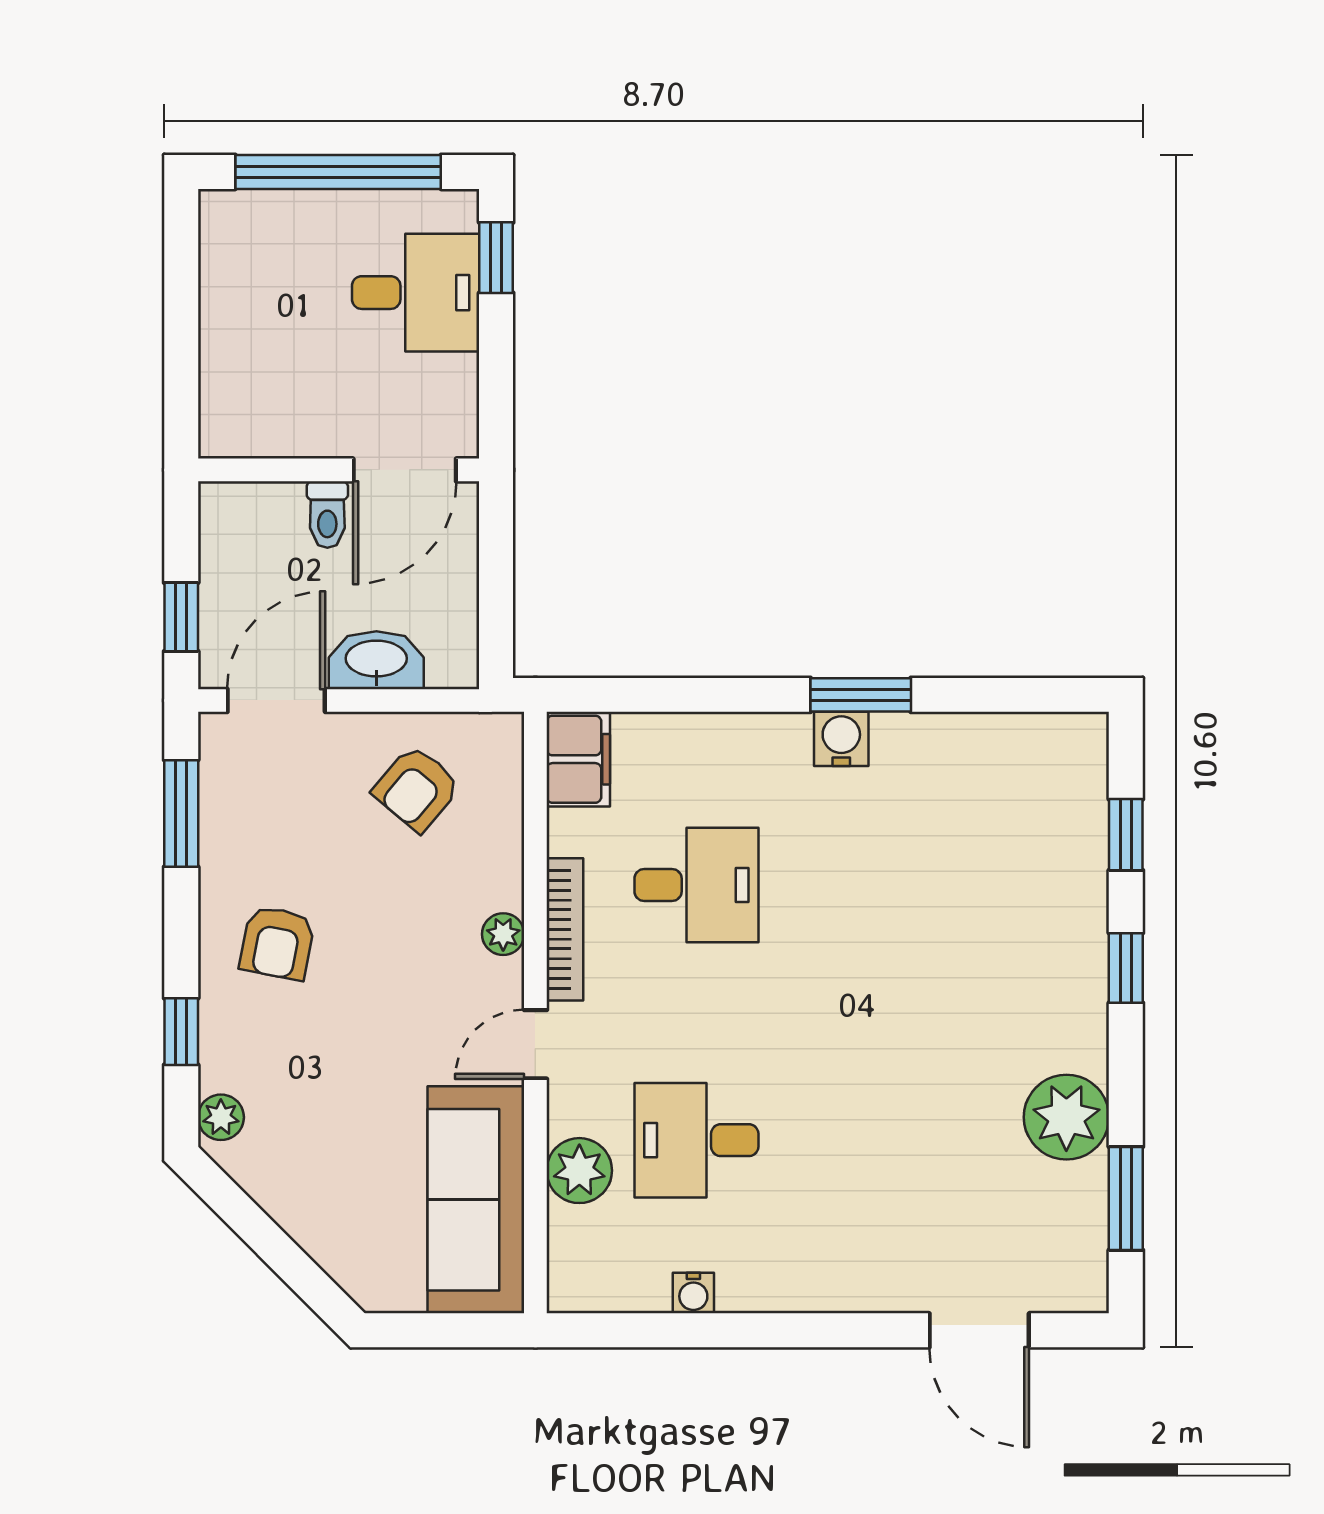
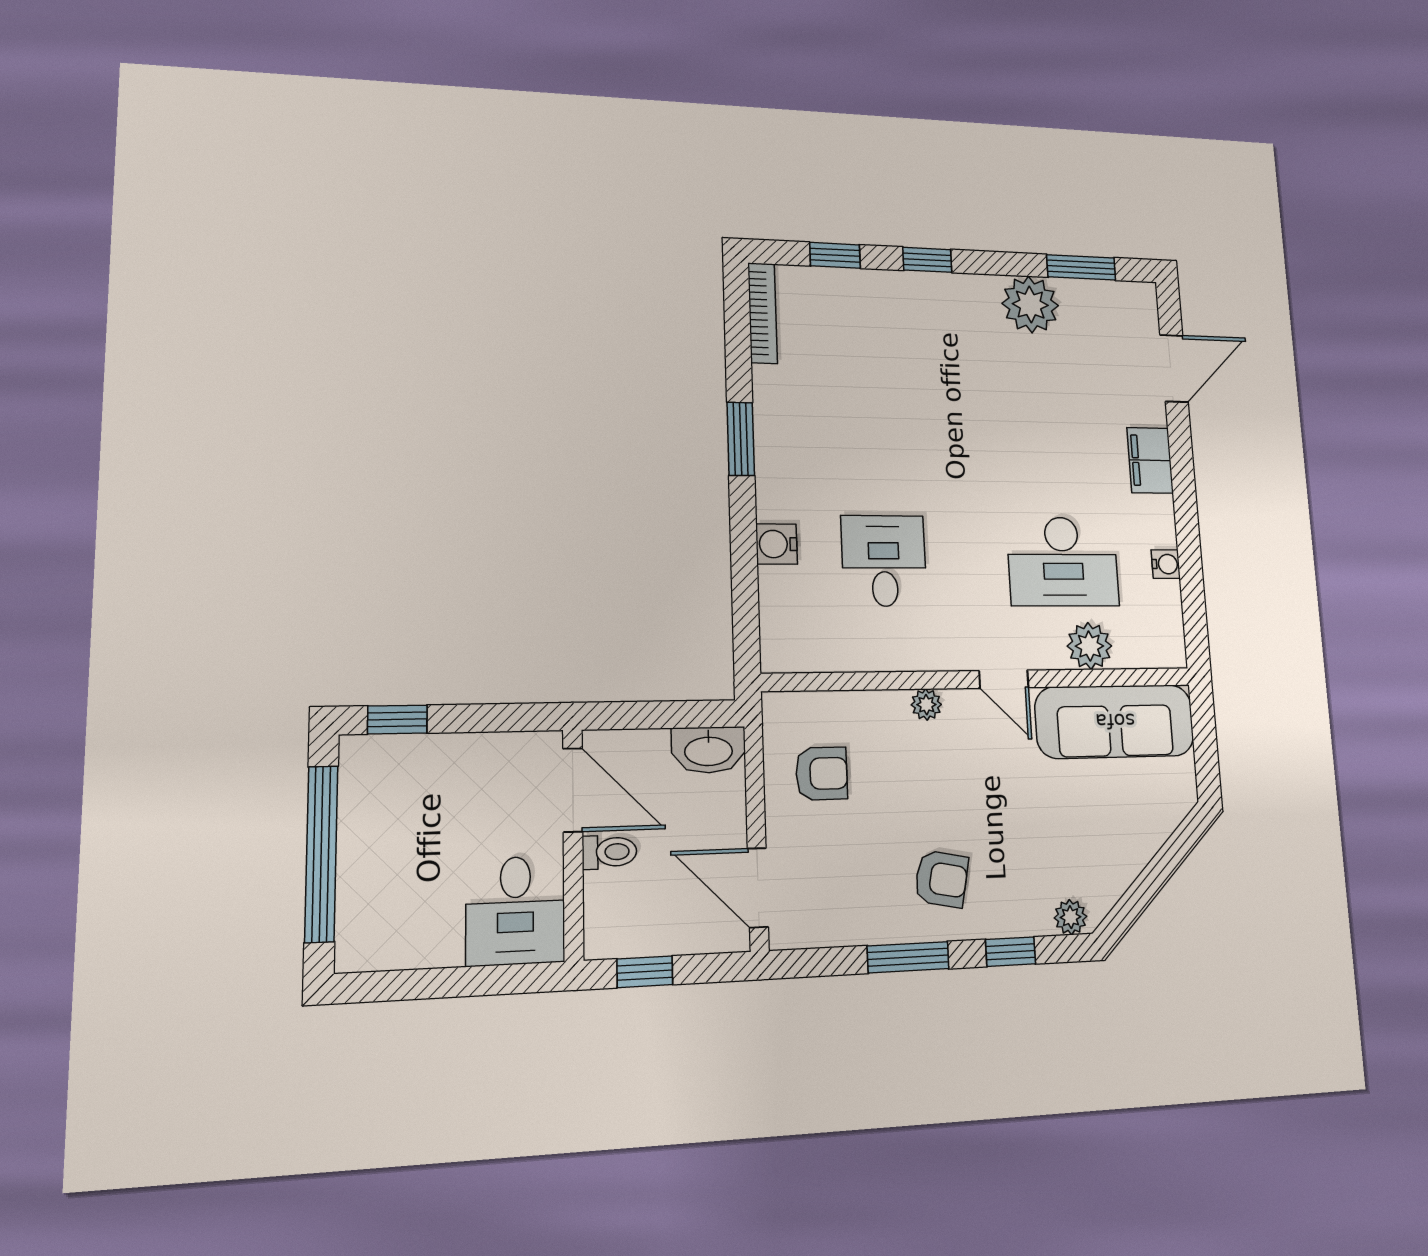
desk: (416, 293) -> (515, 910), moved, turned 180
window: (181, 617) -> (645, 972), moved
washbasin: (376, 660) -> (709, 750), moved, turned -90
water cooler: (841, 739) -> (777, 544), moved
filing cabinet: (578, 759) -> (1150, 460), moved, turned -90
armchair: (417, 789) -> (822, 774), turned -40
window: (181, 813) -> (908, 957), moved
bookcase: (565, 929) -> (763, 313), moved, turned 90
desk: (696, 1140) -> (1063, 562), width x1.37

